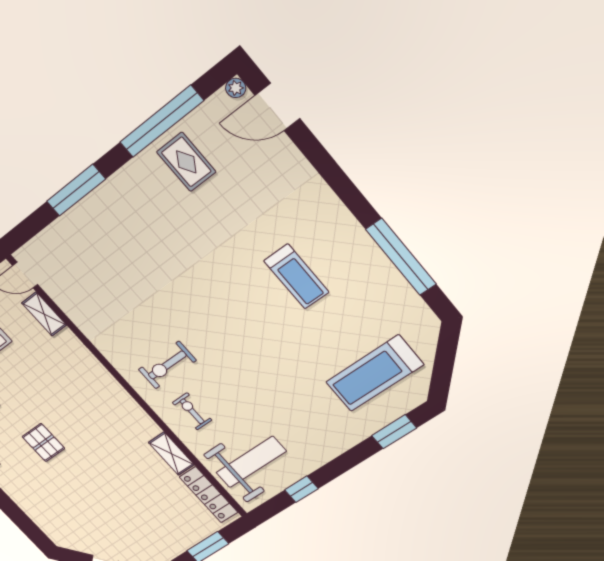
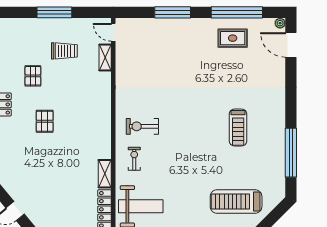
rug: (186, 162) -> (233, 38), turned 90

